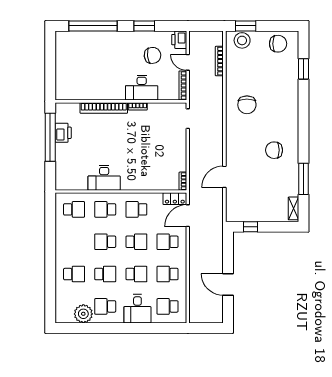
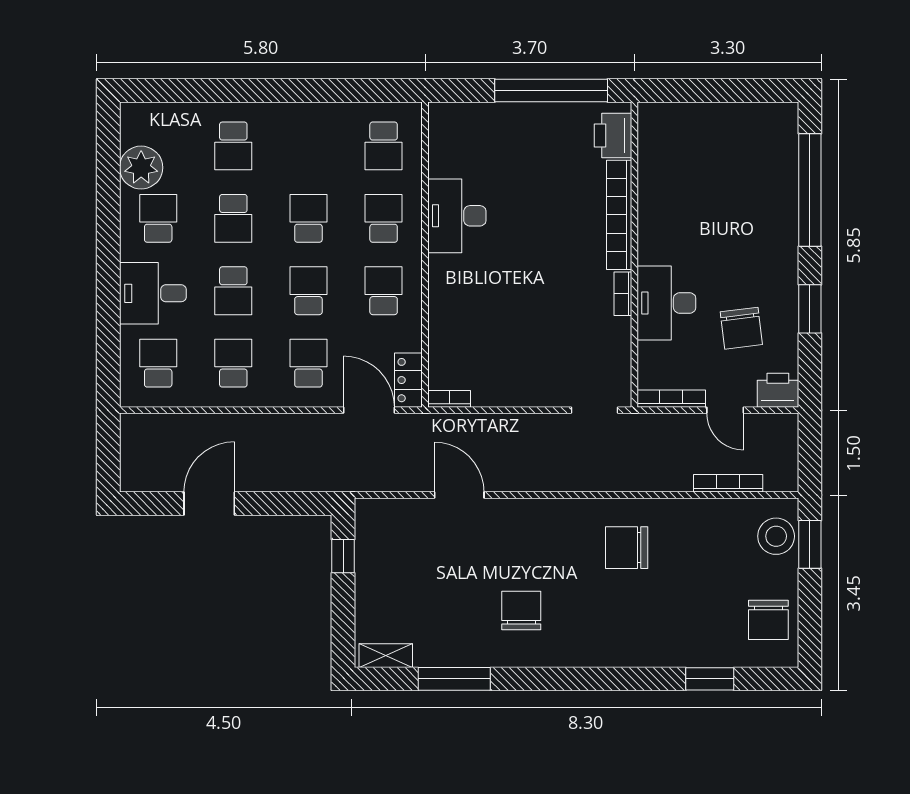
door: (188, 62) -> (725, 410), swing flipped
printer: (63, 133) -> (613, 135), moved, turned 90
school desk: (136, 242) -> (308, 291), turned 180

